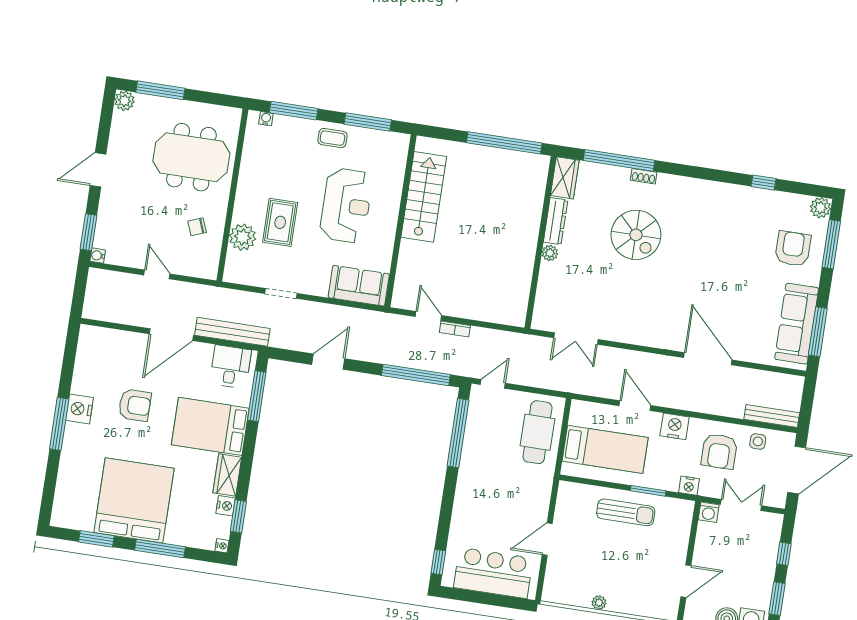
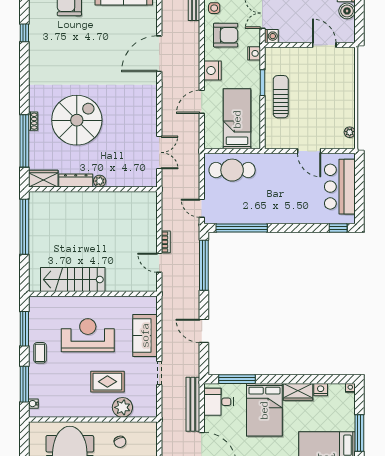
spiral stairs: (636, 235) -> (77, 120), width x1.37, depth x1.37
sofa: (359, 286) -> (145, 335), moved
door: (428, 316) -> (159, 263), hinge flipped
window: (238, 516) -> (327, 379), removed
plant: (599, 603) -> (350, 132), moved

